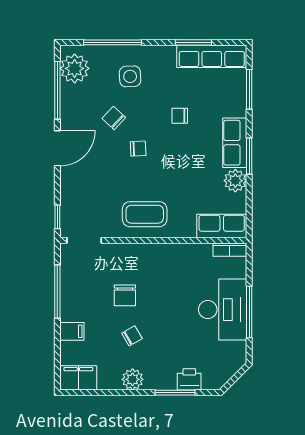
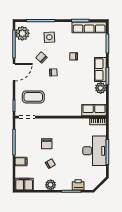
coffee table: (145, 214) -> (33, 97), moved

